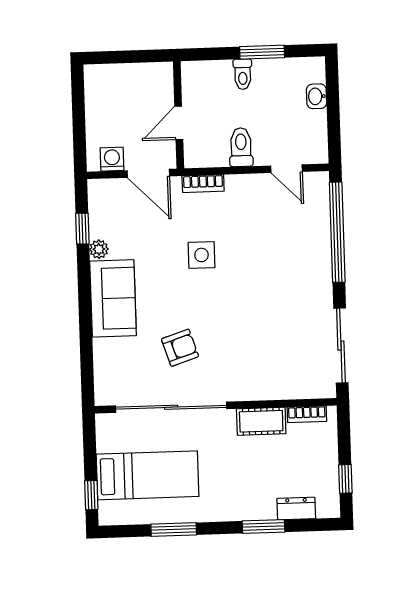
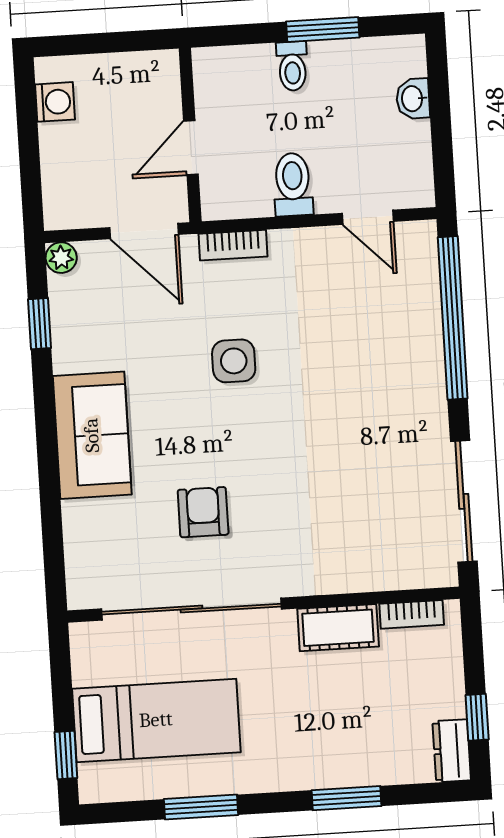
washing machine: (112, 159) -> (55, 102), moved, turned 90
plant: (99, 249) -> (61, 258), moved
armchair: (180, 348) -> (203, 512), turned -72
dresser: (296, 508) -> (452, 751), moved, turned -90

